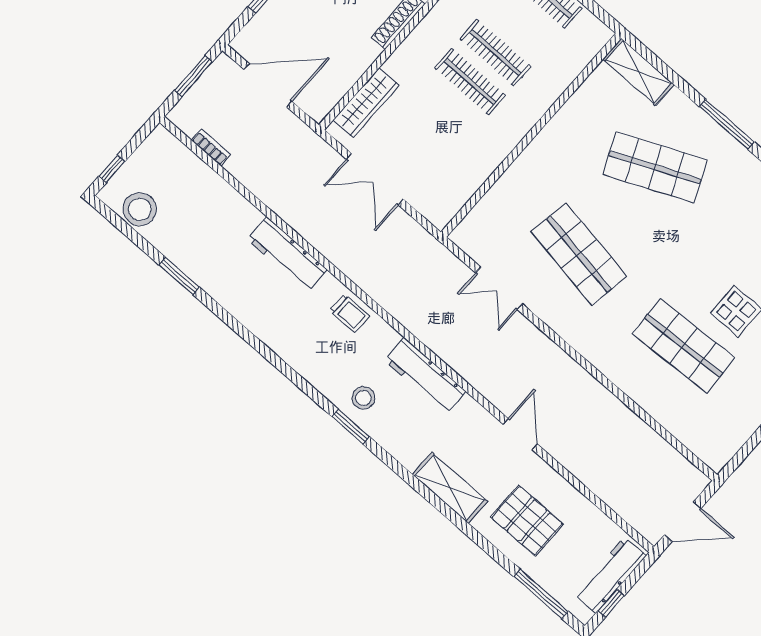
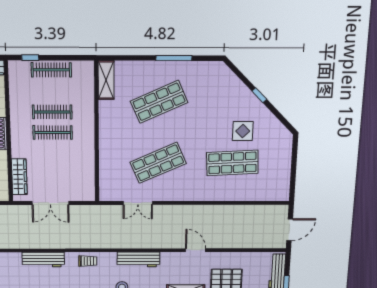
shelving: (638, 72) -> (106, 80), moved, turned 90
shop shelf: (579, 254) -> (158, 163), turned -33

